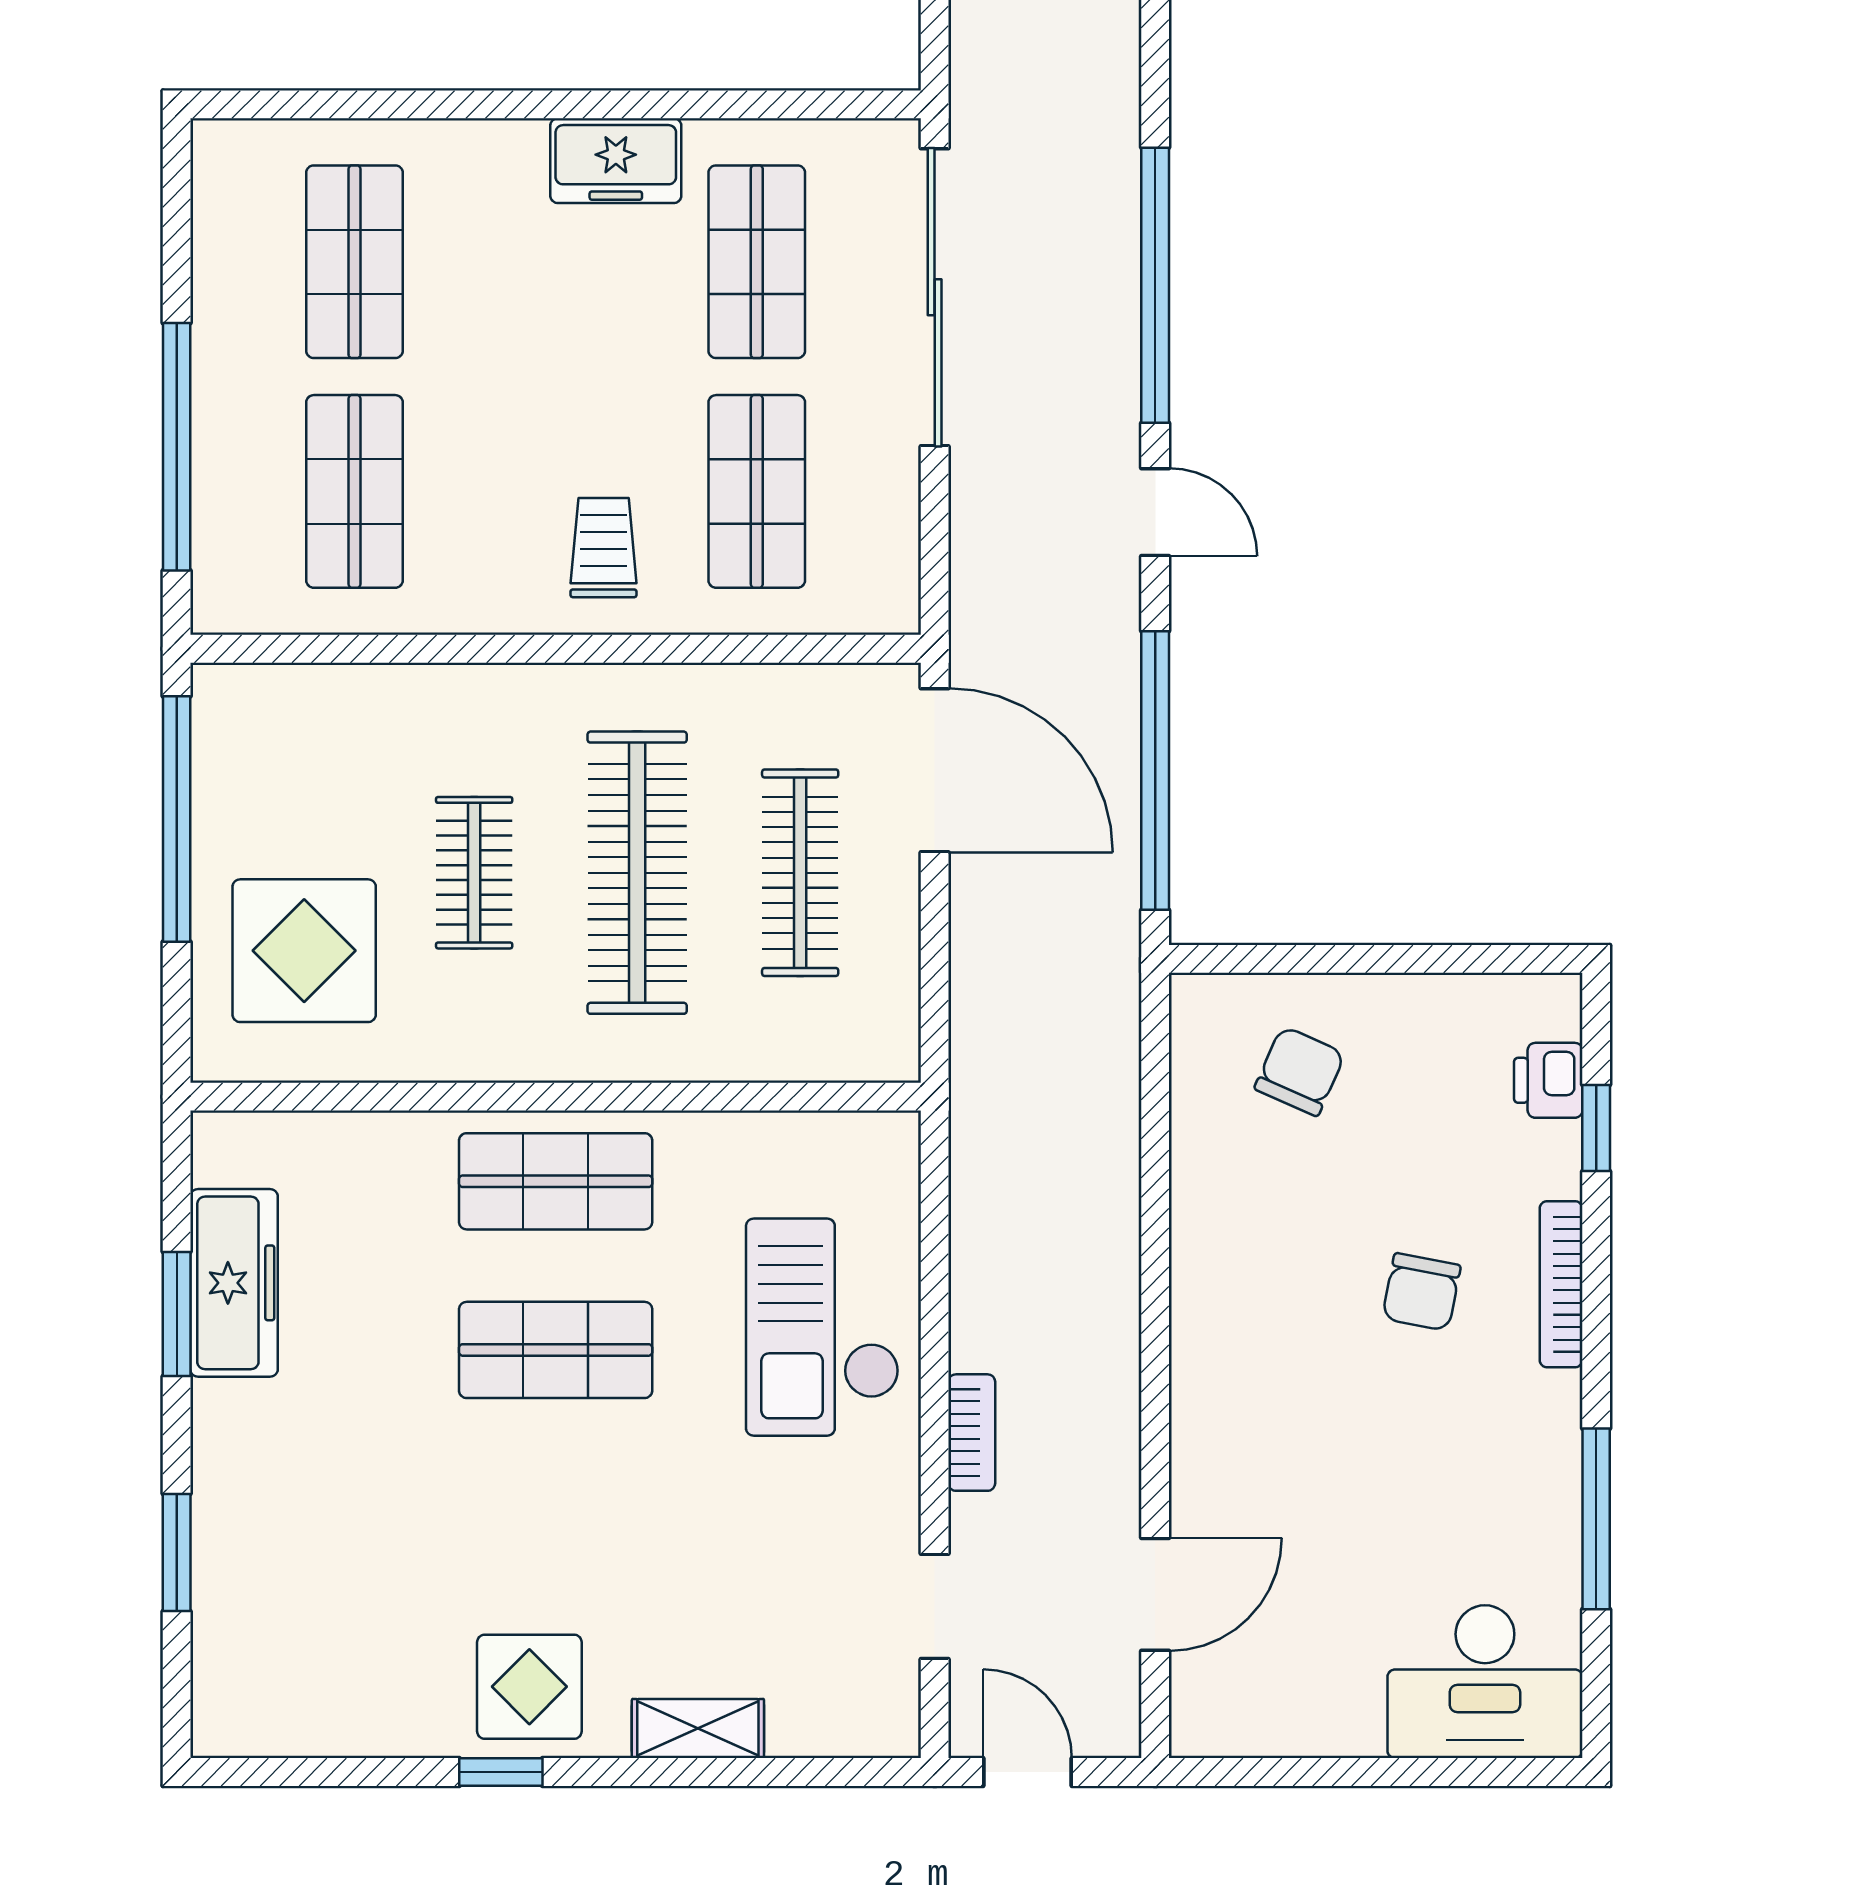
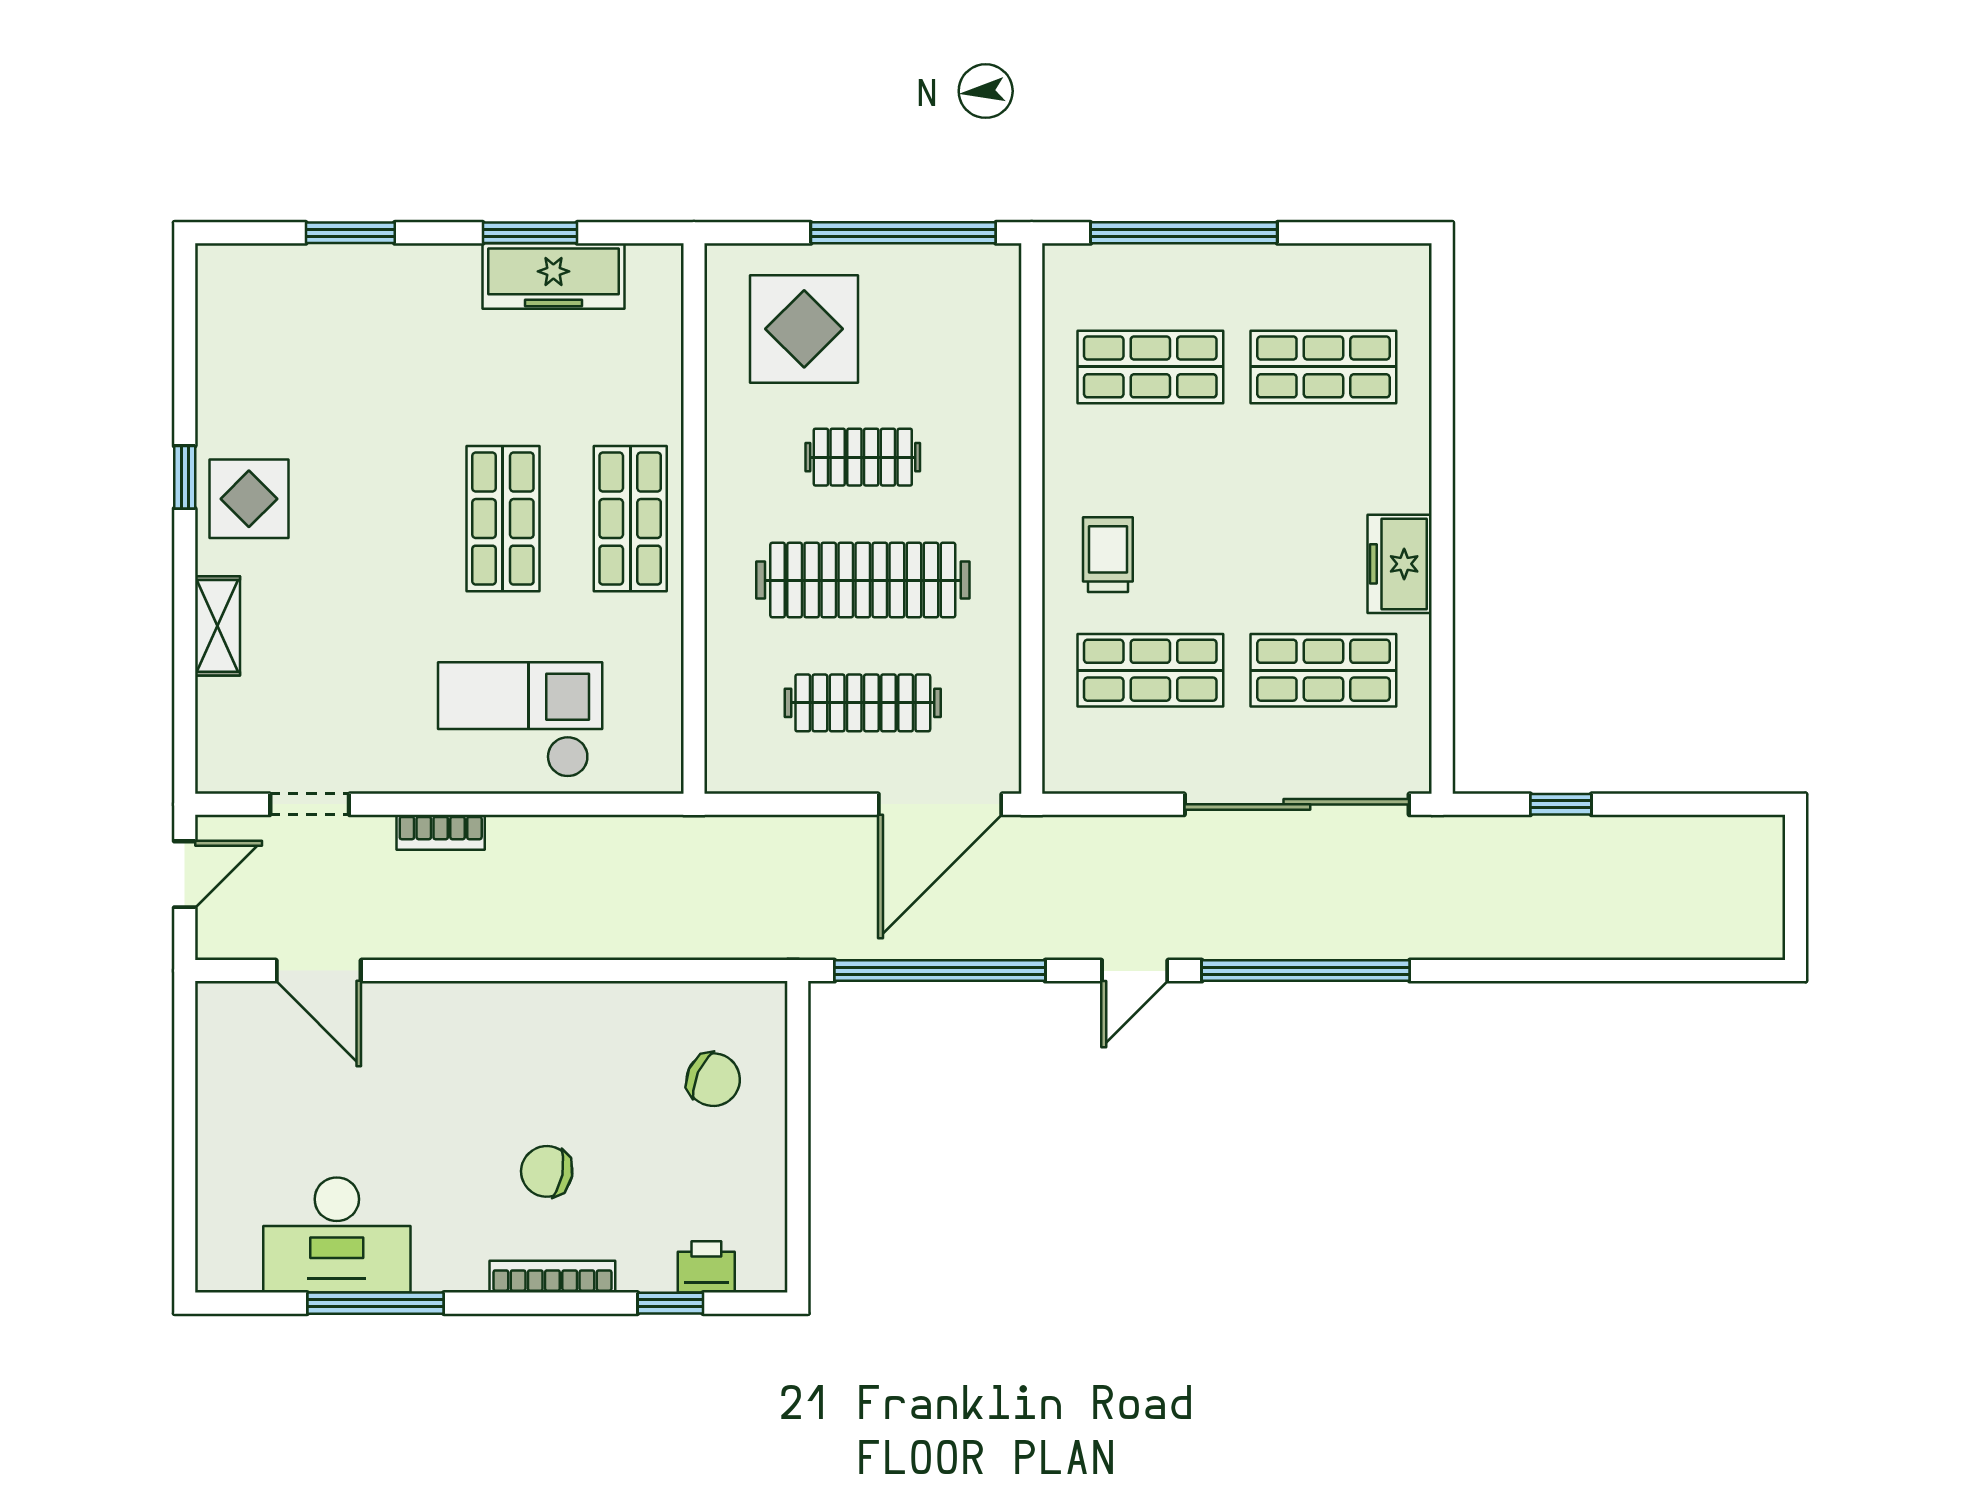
trolley: (604, 548) -> (1108, 555), turned -90
desk: (1485, 1682) -> (337, 1235), moved, turned -90

